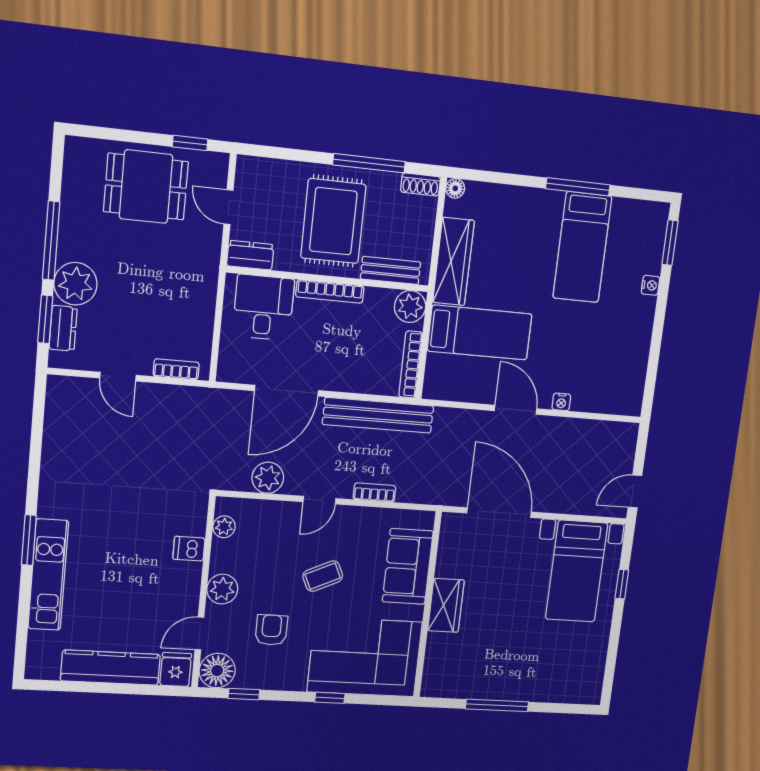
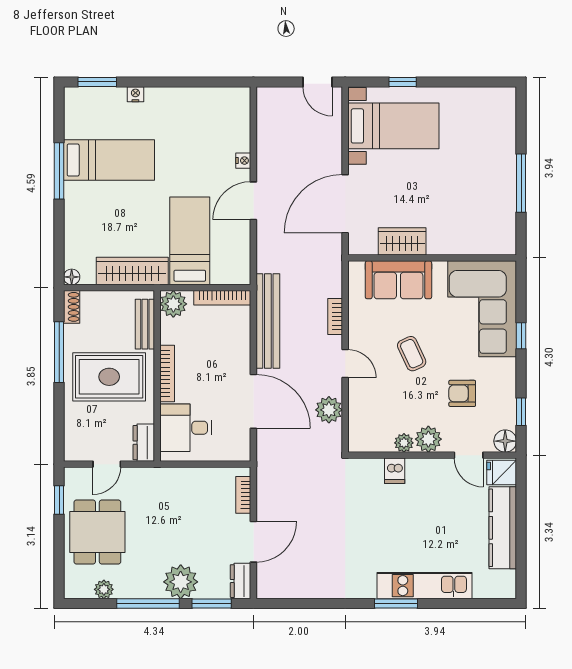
plant: (73, 187) -> (104, 589), added
dresser: (63, 328) -> (241, 581), moved, turned -90
door: (118, 377) -> (253, 542), width x1.38
plant: (224, 527) -> (404, 443), moved
wardrobe: (446, 605) -> (402, 241), moved
floor lamp: (217, 671) -> (505, 441), width x0.73, depth x0.73

